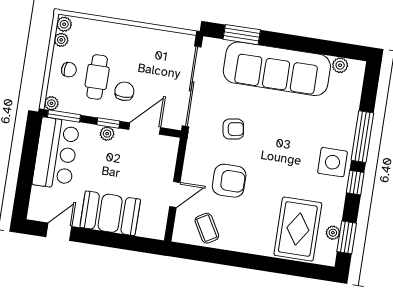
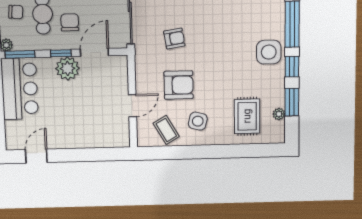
plant: (107, 134) -> (68, 68), width x1.87, depth x1.87
booth: (110, 213) -> (78, 132), removed
side table: (243, 225) -> (198, 121), added
rug: (298, 229) -> (247, 116), width x0.73, depth x0.70
window: (347, 237) -> (292, 102), moved

